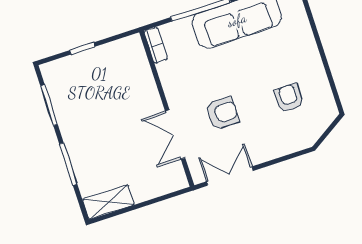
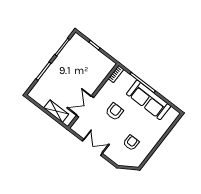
armchair: (222, 113) -> (115, 111), moved, turned -90
double door: (230, 176) -> (92, 147), moved
shelving: (108, 202) -> (56, 111), moved

